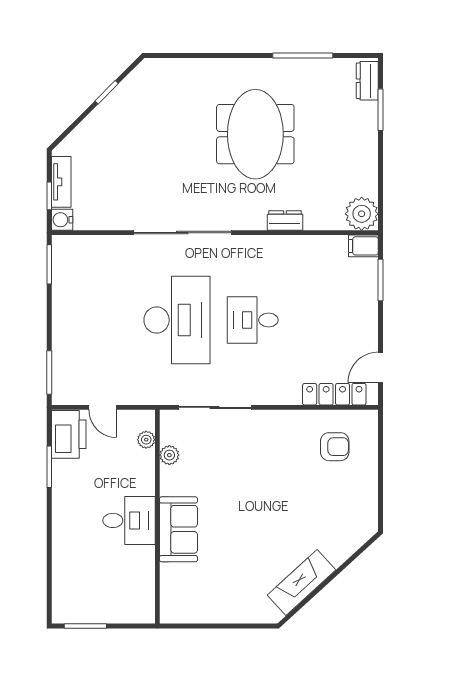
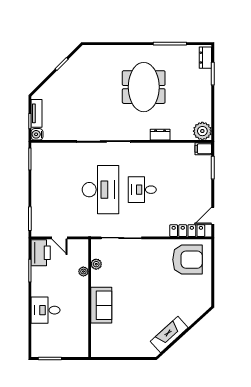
plant: (146, 440) -> (83, 272), moved
armchair: (335, 447) -> (188, 260), width x1.88, depth x1.88
desk: (129, 520) -> (46, 310), moved, turned 180

